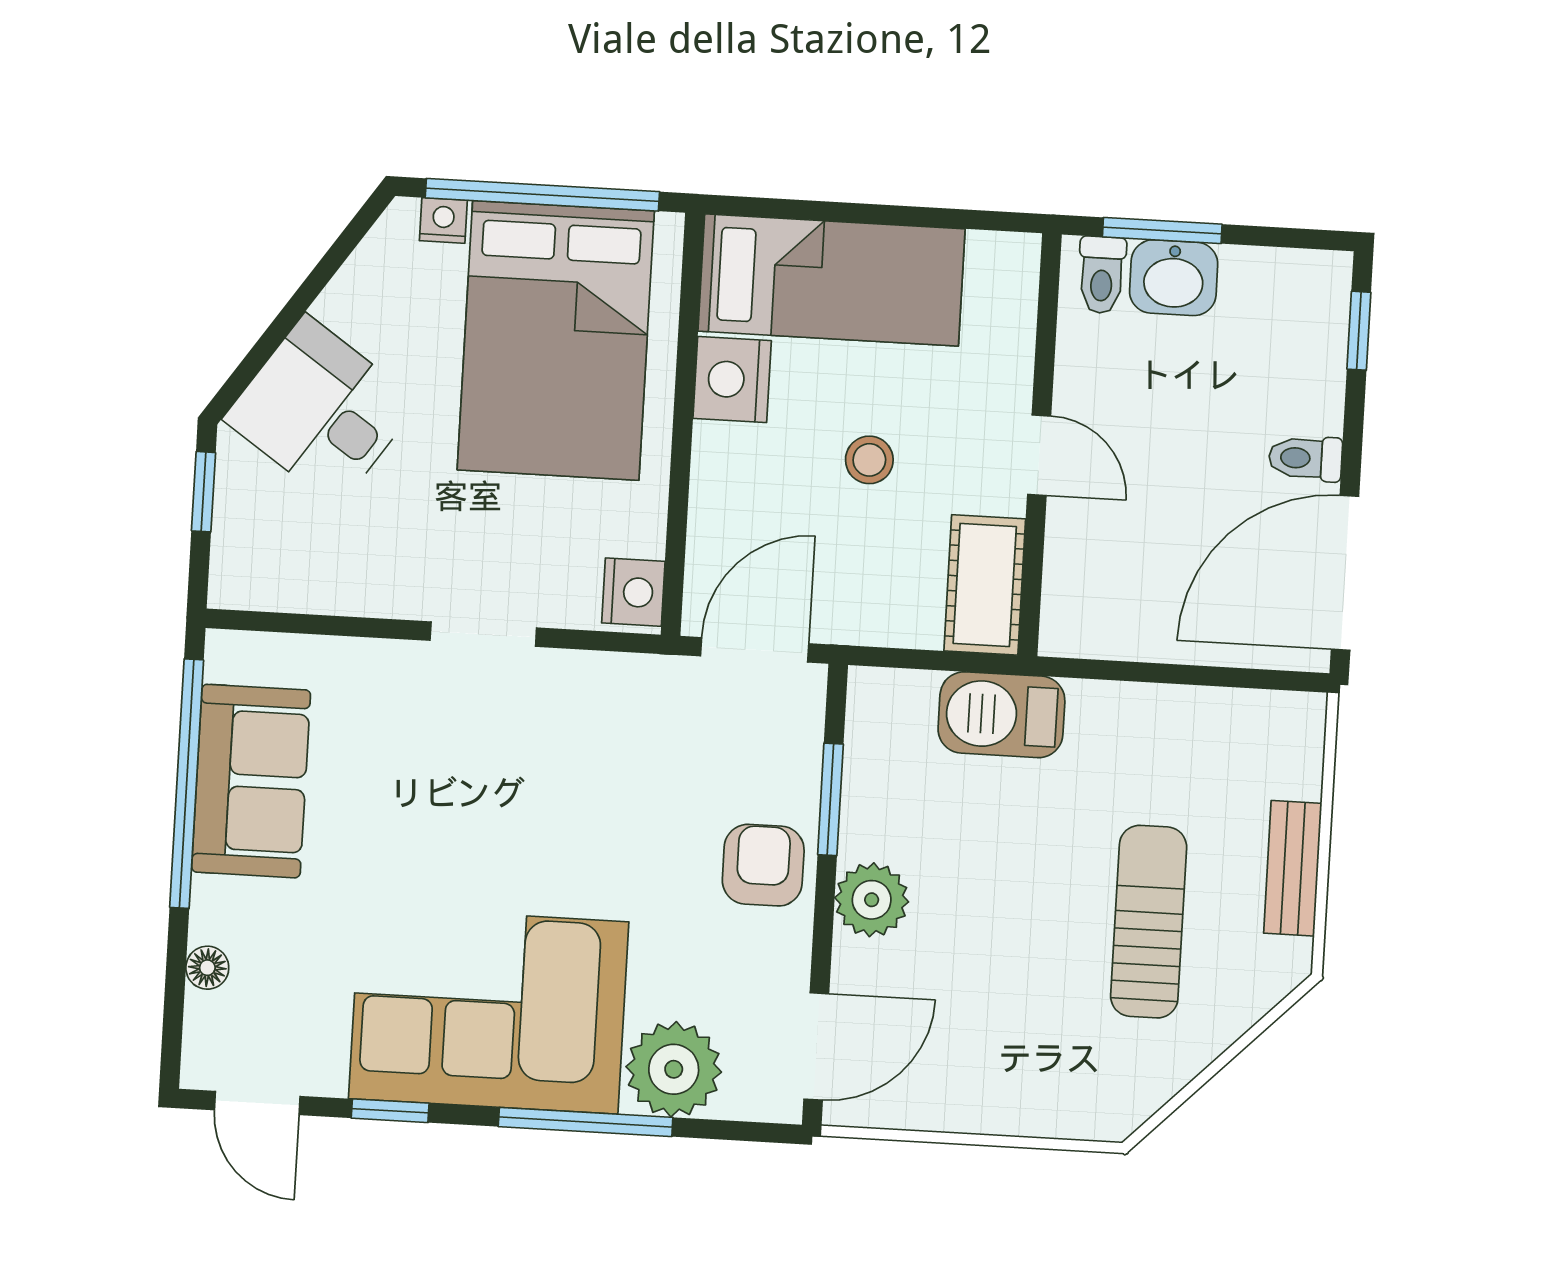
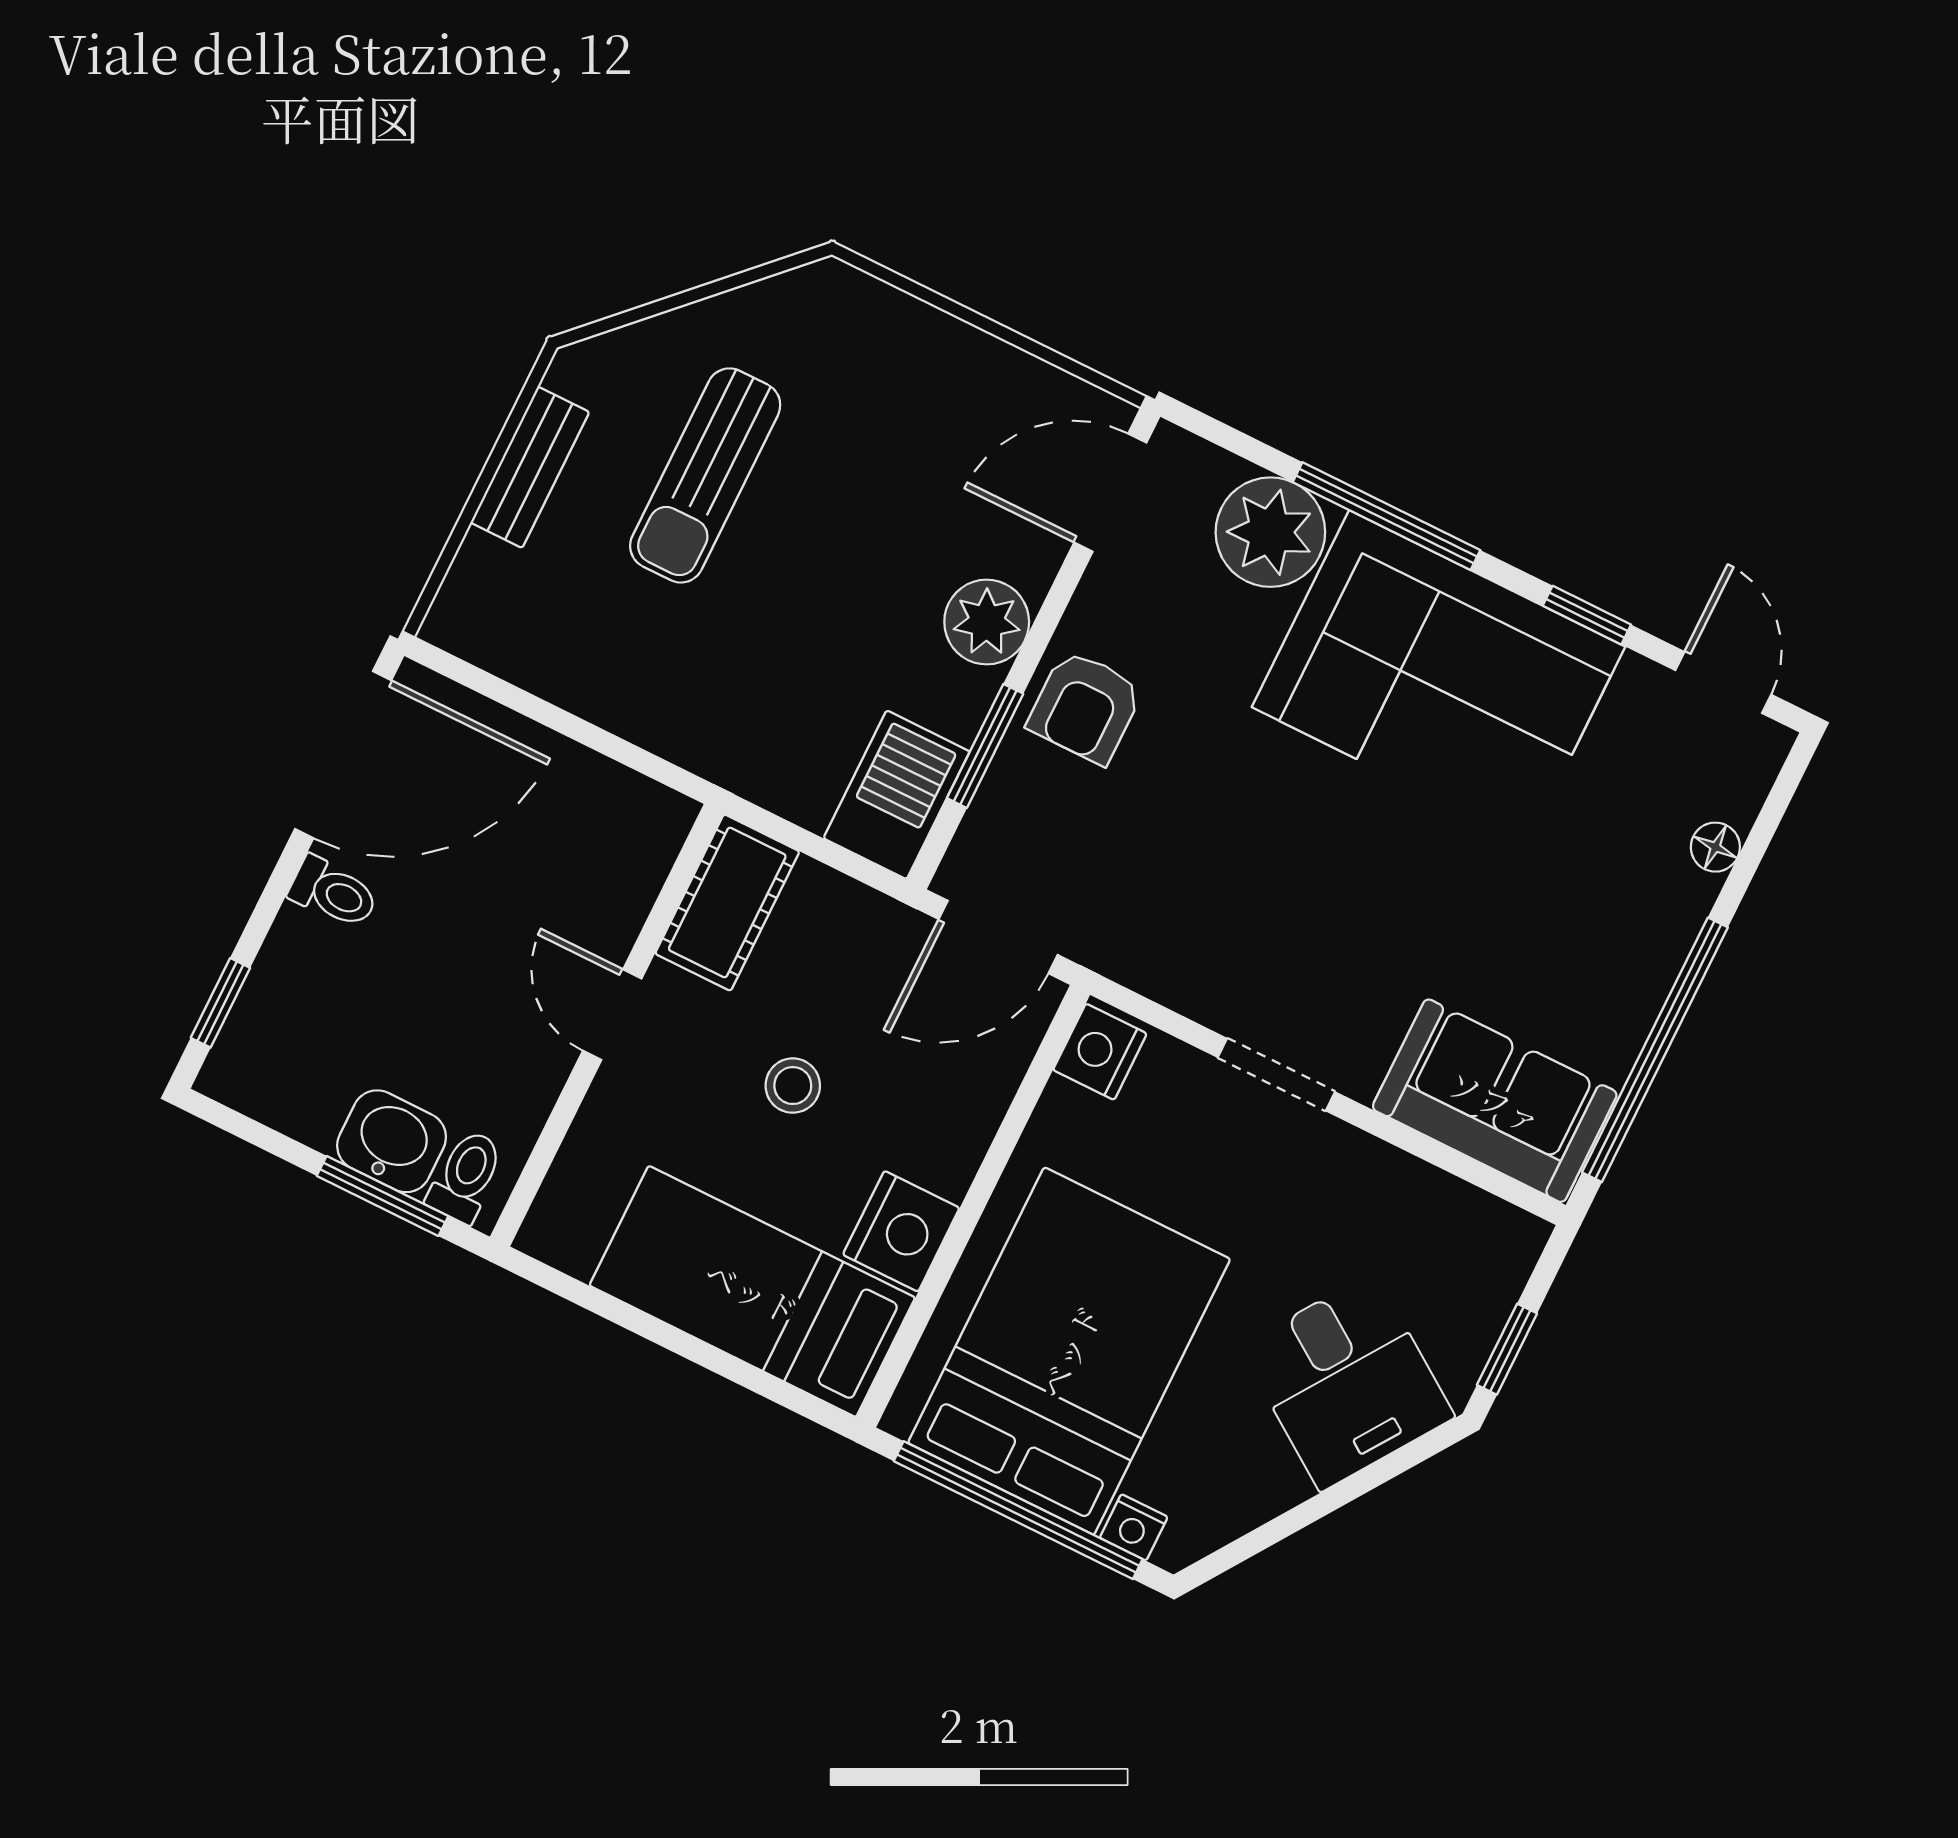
barbecue: (1001, 715) -> (897, 795), moved, turned -90
sofa: (251, 781) -> (1495, 1101), moved, turned 90

